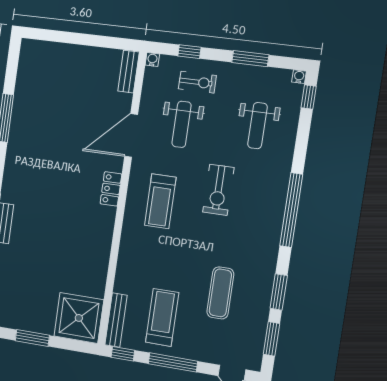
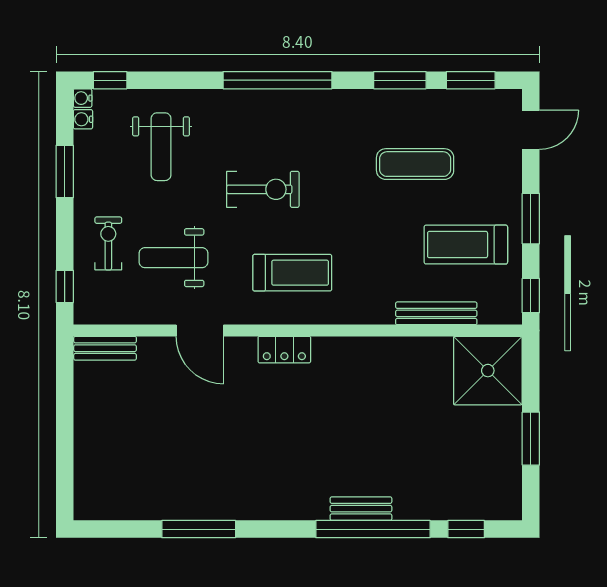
window: (189, 52) -> (65, 286), moved
water cooler: (152, 60) -> (83, 119), moved
weight bench: (182, 124) -> (173, 258), turned 180
weight bench: (257, 126) -> (161, 147), turned 90
door: (131, 135) -> (200, 330), width x0.73
bench: (116, 320) -> (436, 313), moved
window: (173, 362) -> (531, 219), width x0.69

